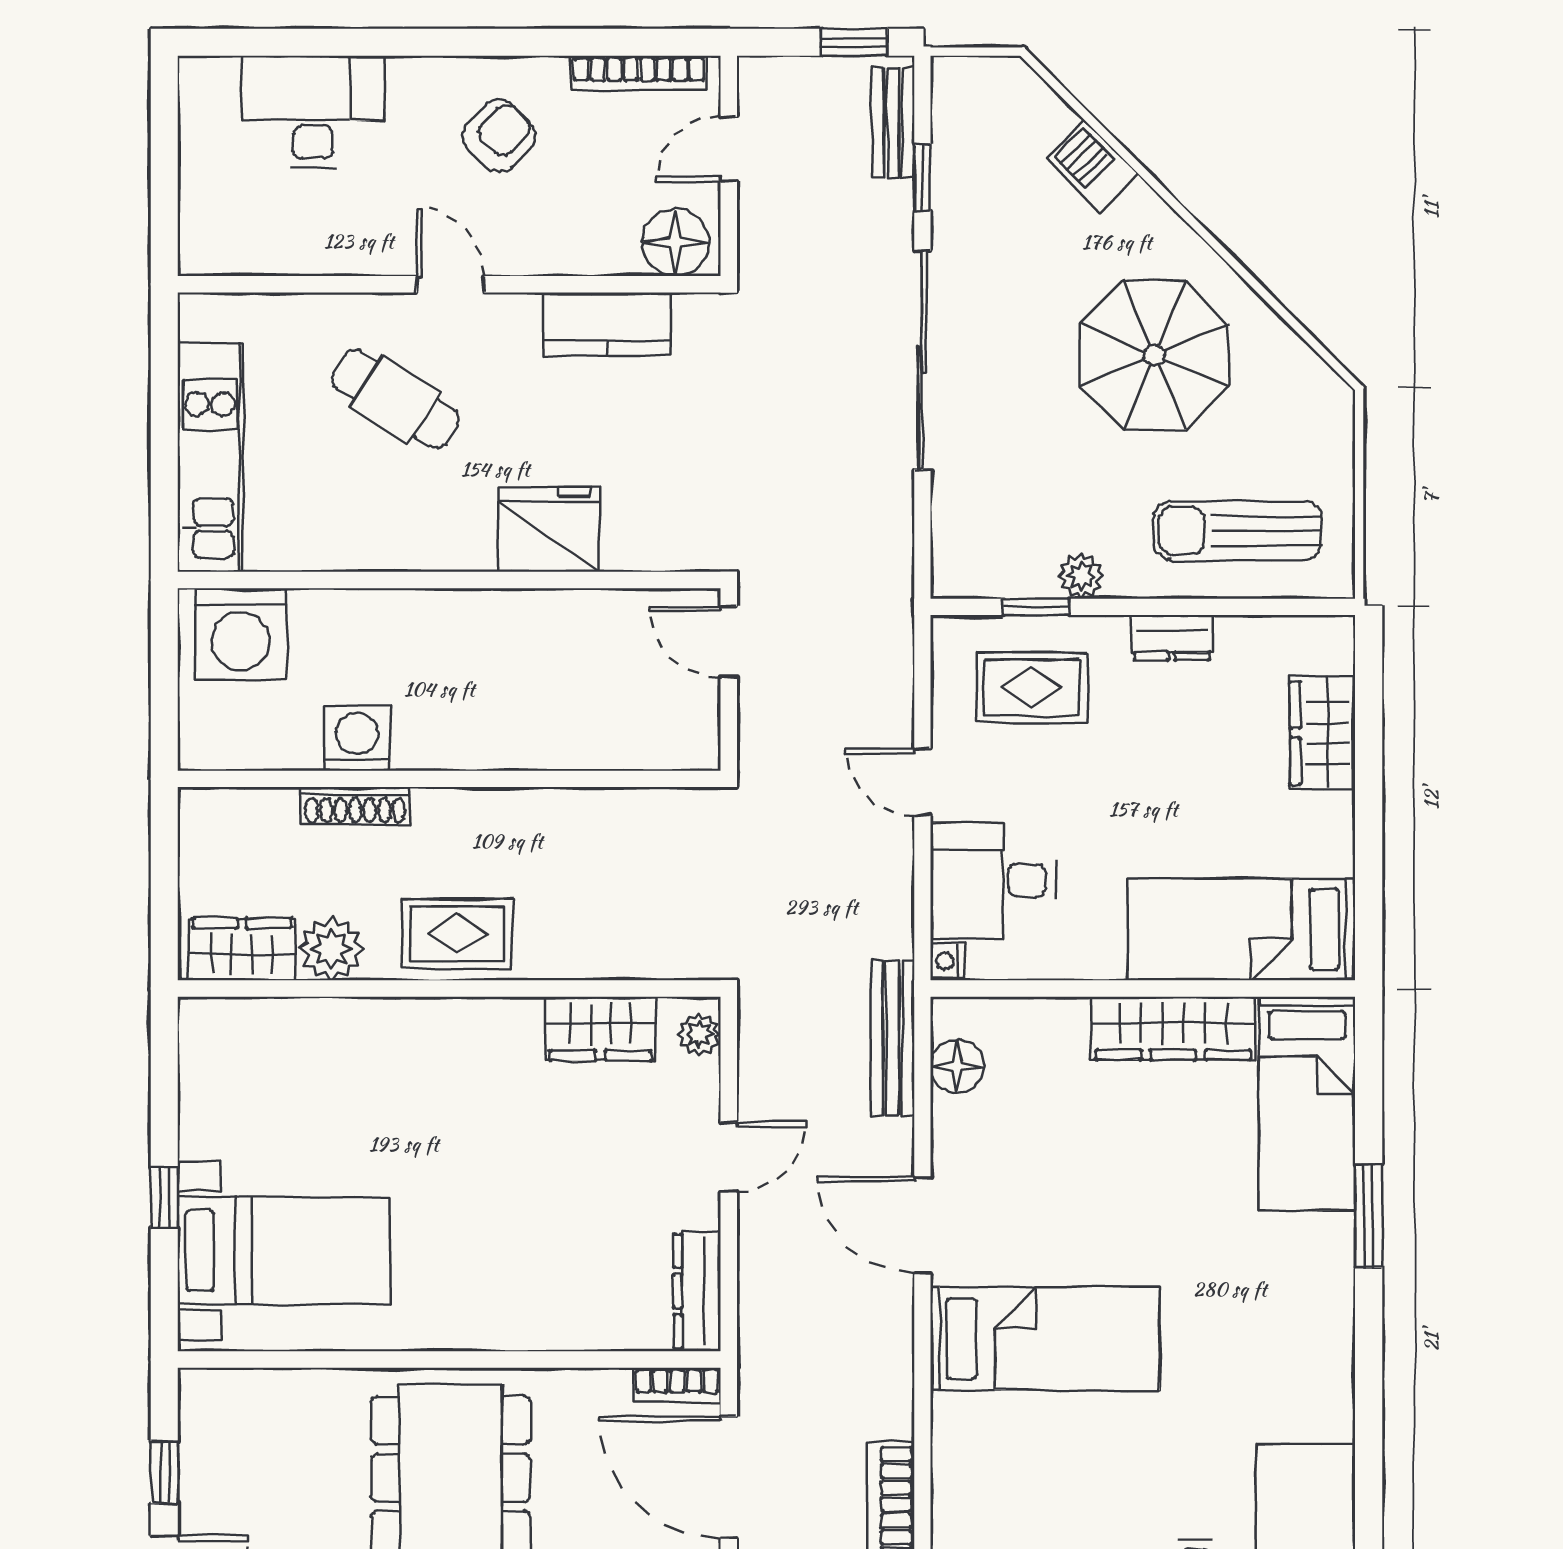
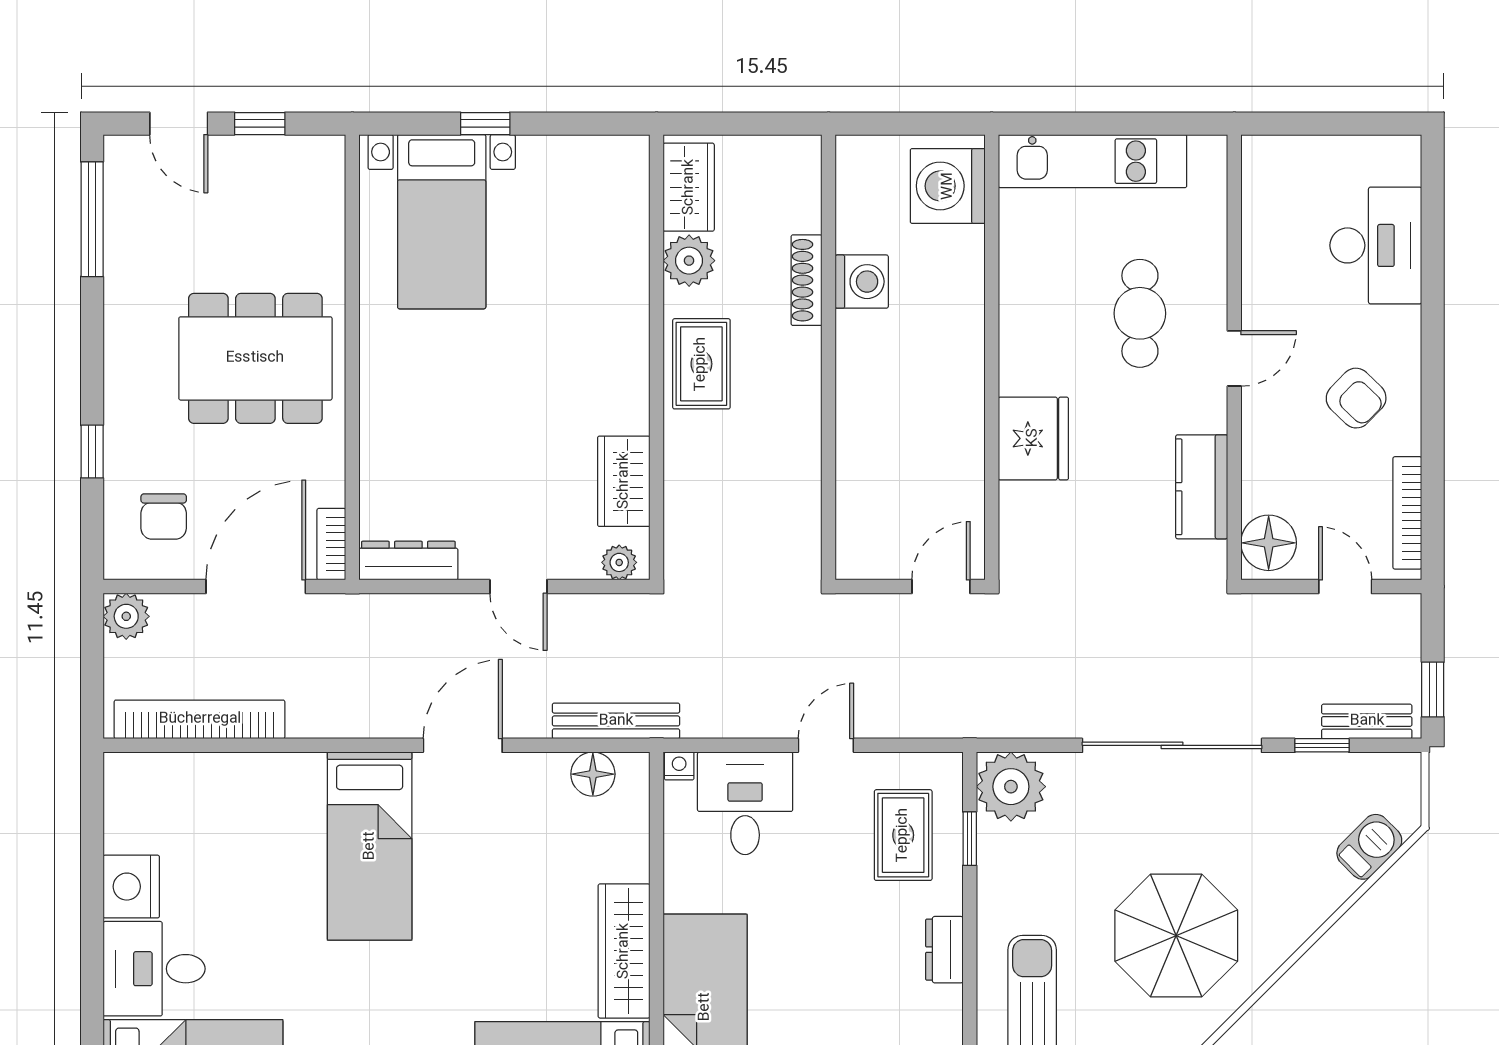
barbecue: (1093, 166) -> (1369, 847), moved
cafe table: (396, 399) -> (1140, 313), turned -32
plant: (1081, 576) -> (1011, 787), moved, width x1.87, depth x1.87

